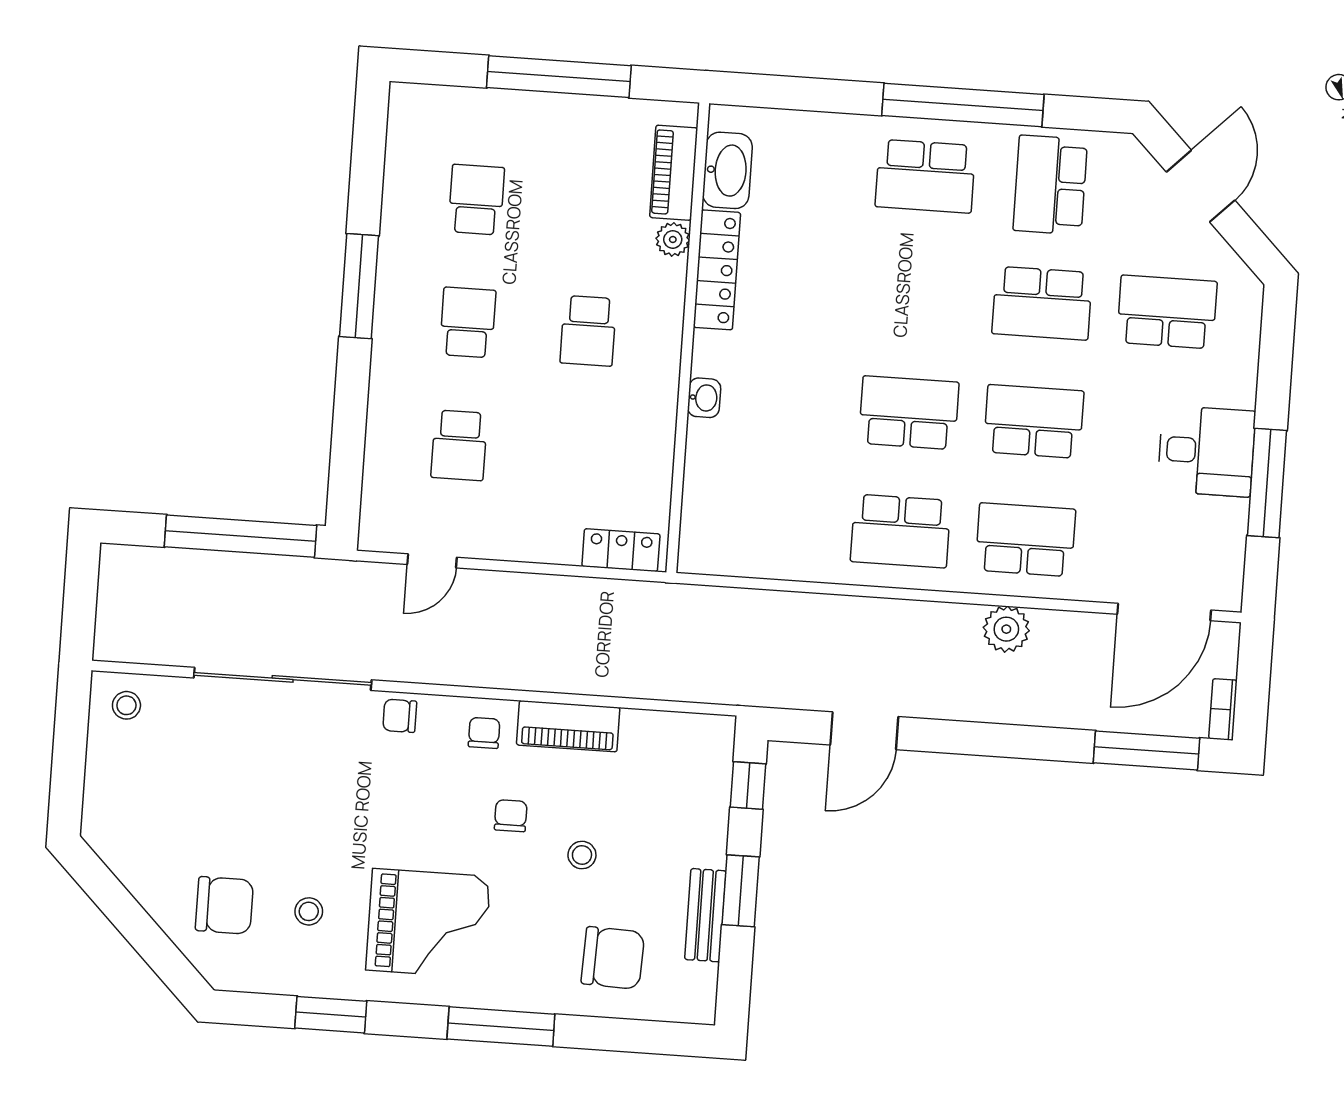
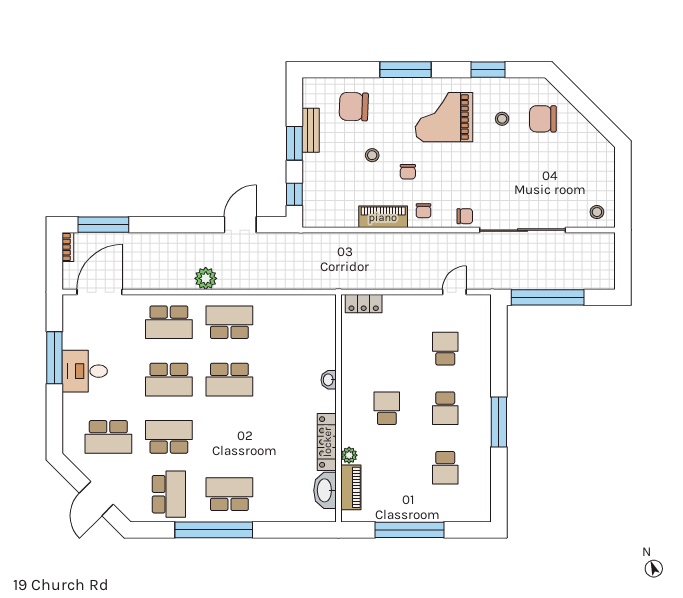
plant: (1006, 629) -> (206, 278), moved

